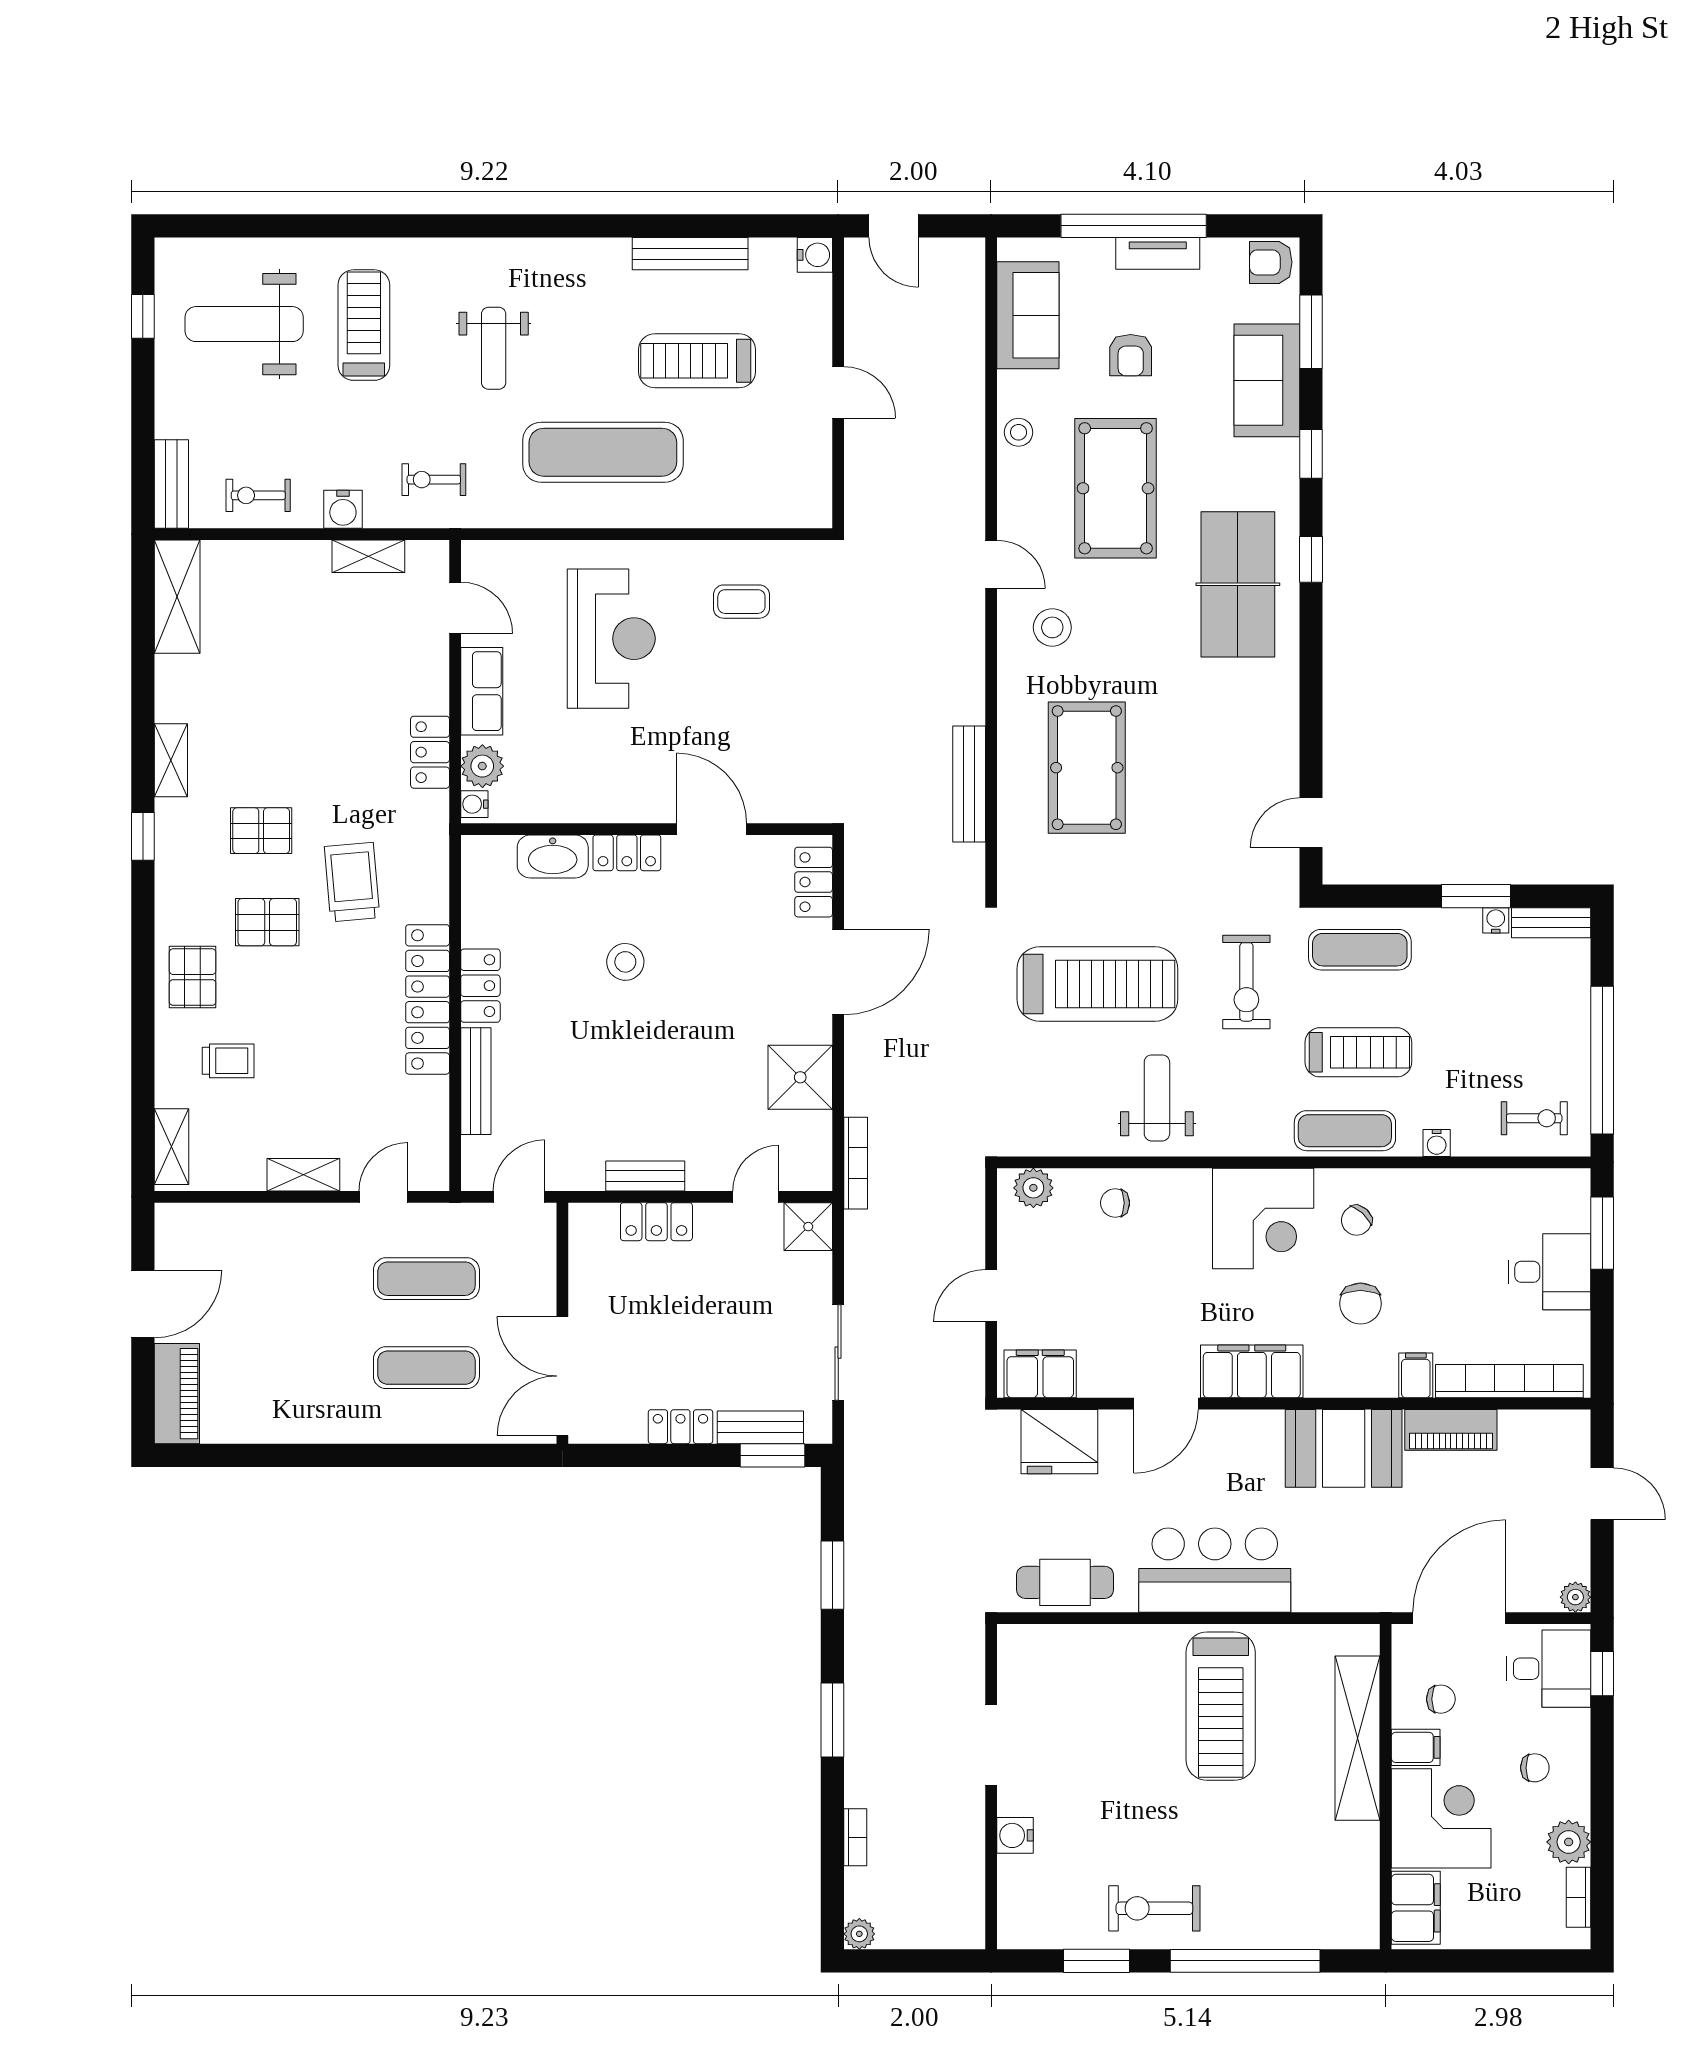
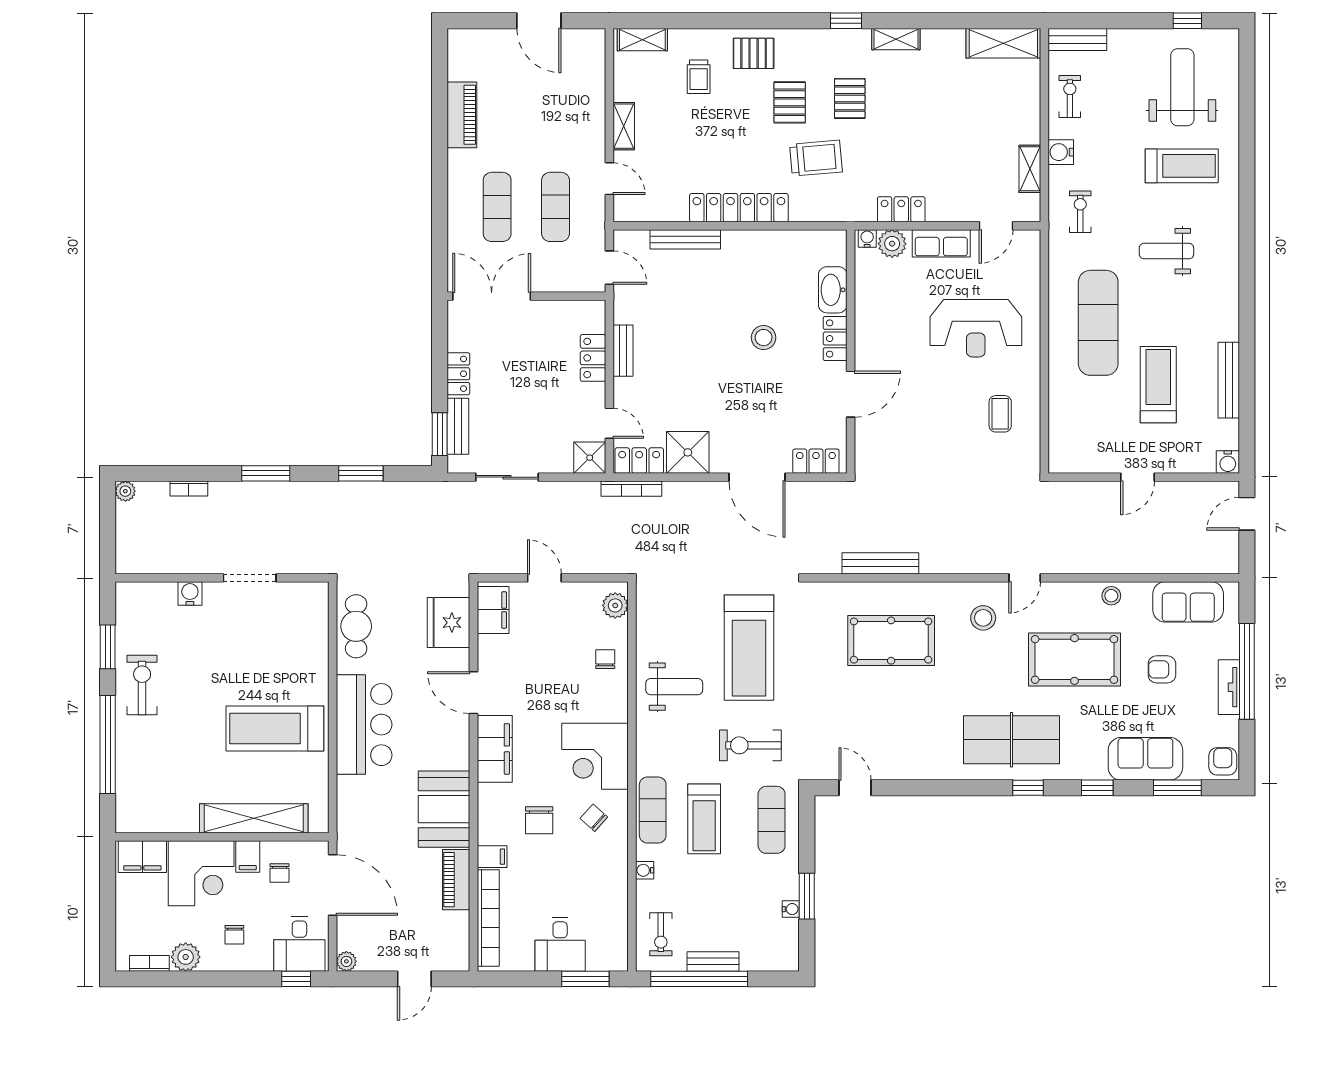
bench: (1551, 923) -> (713, 961), moved, turned 90
locker: (480, 986) -> (639, 461), moved, turned 180
chair: (1360, 1304) -> (539, 820), turned -90
piano: (177, 1394) -> (462, 115), moved, turned -90

